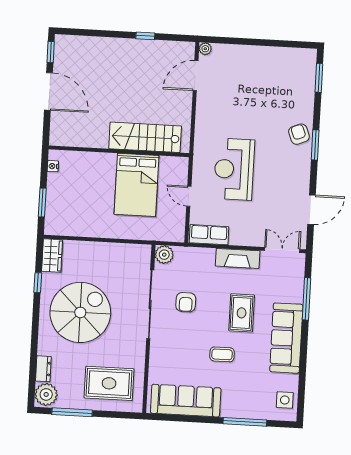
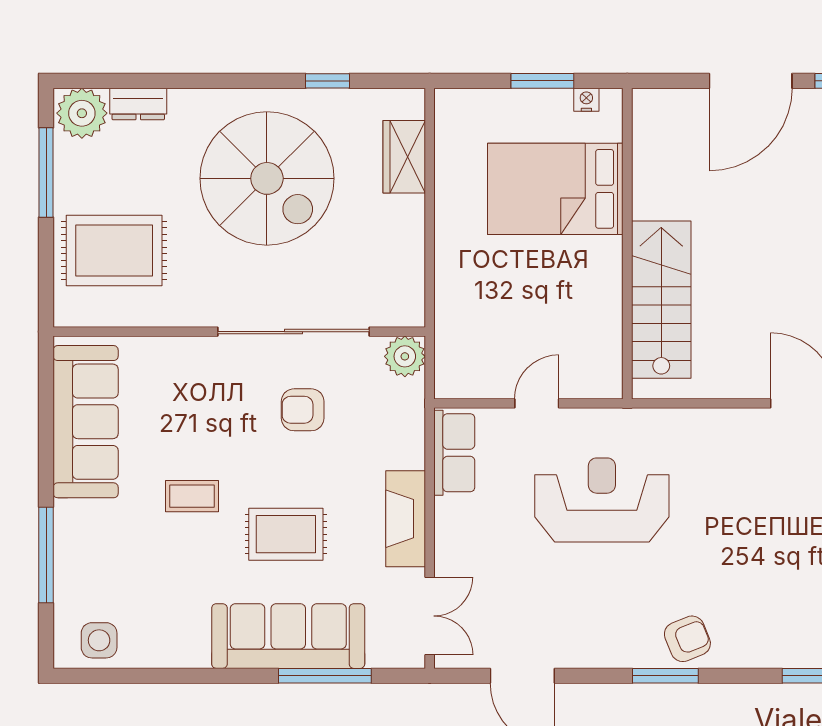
bed: (137, 185) -> (555, 189), moved
window: (42, 202) -> (542, 81), moved
wardrobe: (52, 256) -> (404, 157), moved, turned 90
sofa: (286, 338) -> (288, 636), moved
coffee table: (222, 354) -> (192, 496), turned 90
rug: (109, 383) -> (114, 250), turned 90

